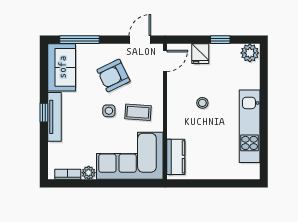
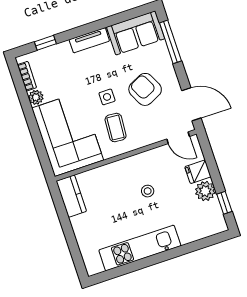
door: (140, 40) -> (191, 104), width x1.38
window: (220, 40) -> (224, 203), moved
plant: (250, 53) -> (205, 191), moved
window: (44, 113) -> (45, 43), moved
tv unit: (55, 117) -> (89, 40), width x0.71
kitchen counter: (176, 157) -> (71, 196), moved, turned -90

